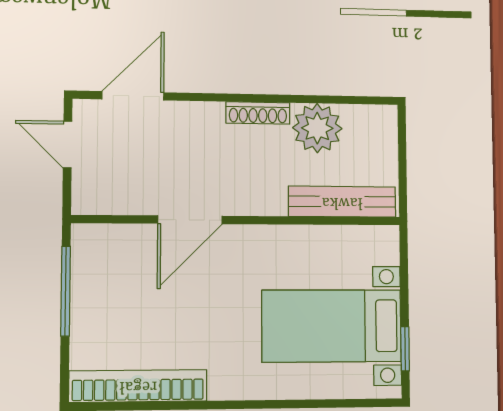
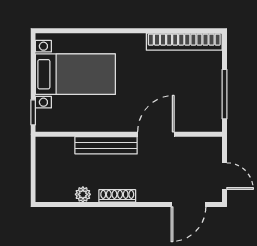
plant: (317, 128) -> (83, 194), width x0.53, depth x0.53
bench: (342, 202) -> (106, 145), moved
window: (405, 349) -> (33, 112), moved

